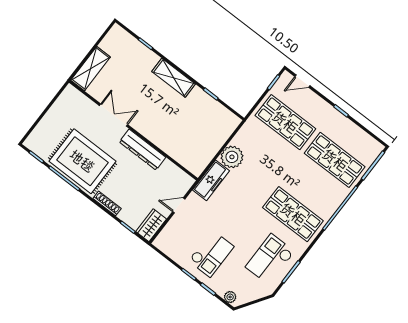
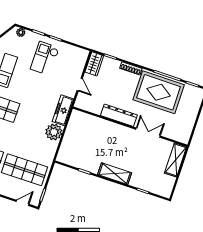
double door: (113, 115) -> (148, 133), swing flipped
door: (179, 205) -> (80, 85), hinge flipped

